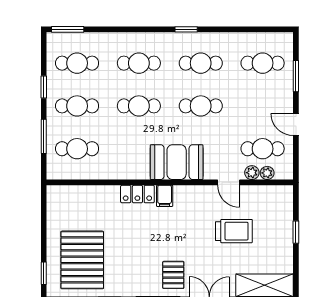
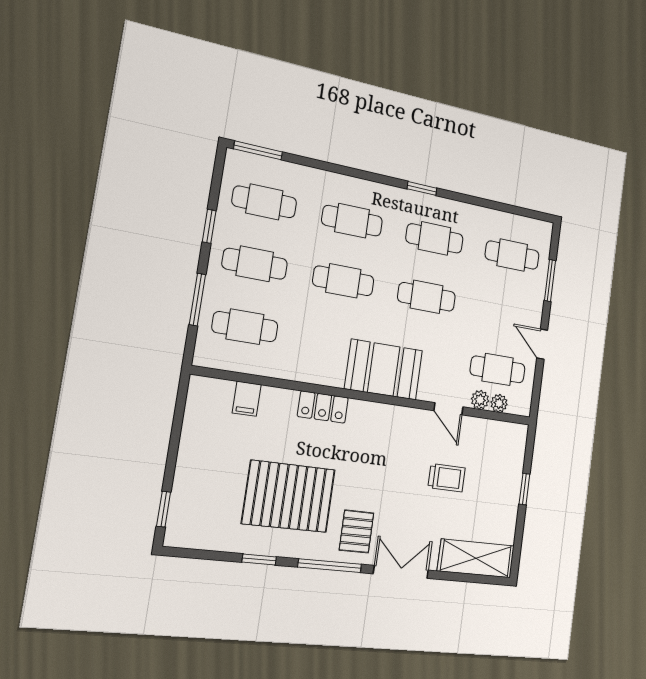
filing cabinet: (165, 196) -> (247, 399), moved
trolley: (234, 231) -> (447, 478), width x0.73, depth x0.72
pallet: (82, 260) -> (289, 496), moved, turned 90

